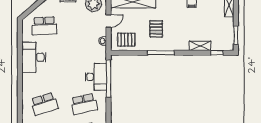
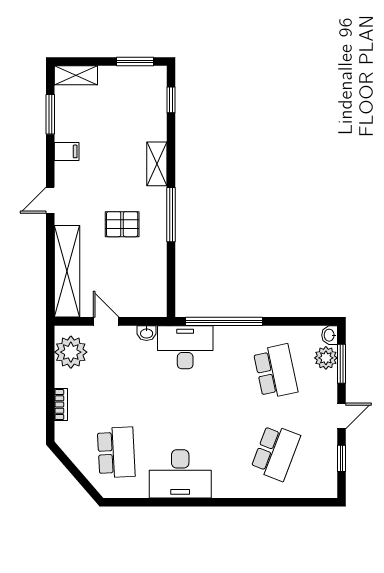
pallet: (126, 40) -> (144, 285), removed
shelving: (200, 46) -> (157, 164), moved
desk: (96, 77) -> (185, 347), moved
school desk: (44, 104) -> (276, 452), turned 39

